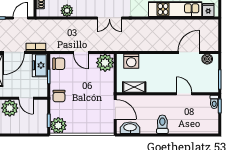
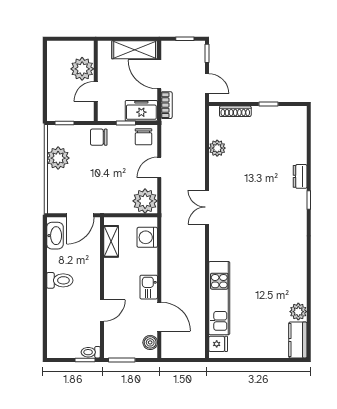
kitchen sink: (167, 60) -> (149, 287), added
plant: (58, 125) -> (58, 158), moved

